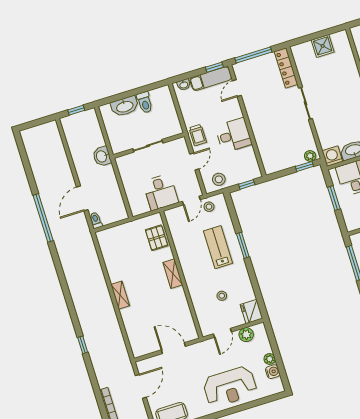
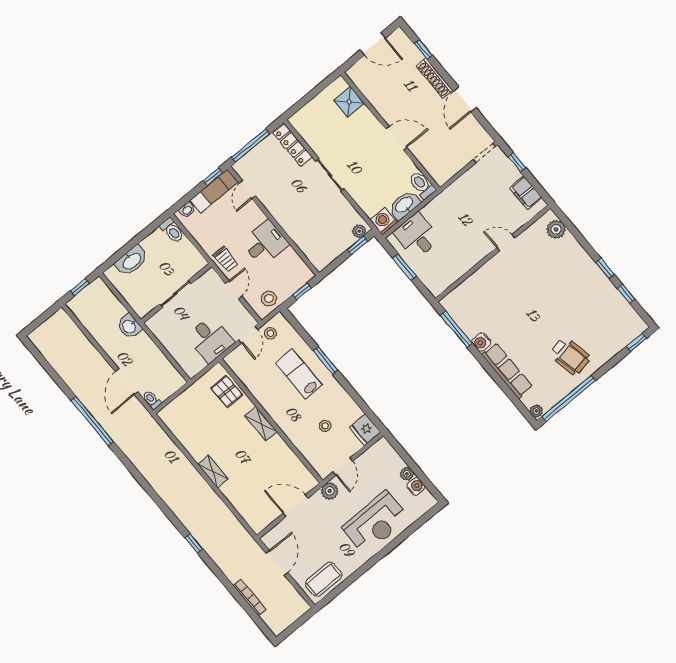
shower: (323, 46) -> (349, 102), moved
toilet: (145, 102) -> (172, 231), moved
plant: (246, 335) -> (330, 491), moved

